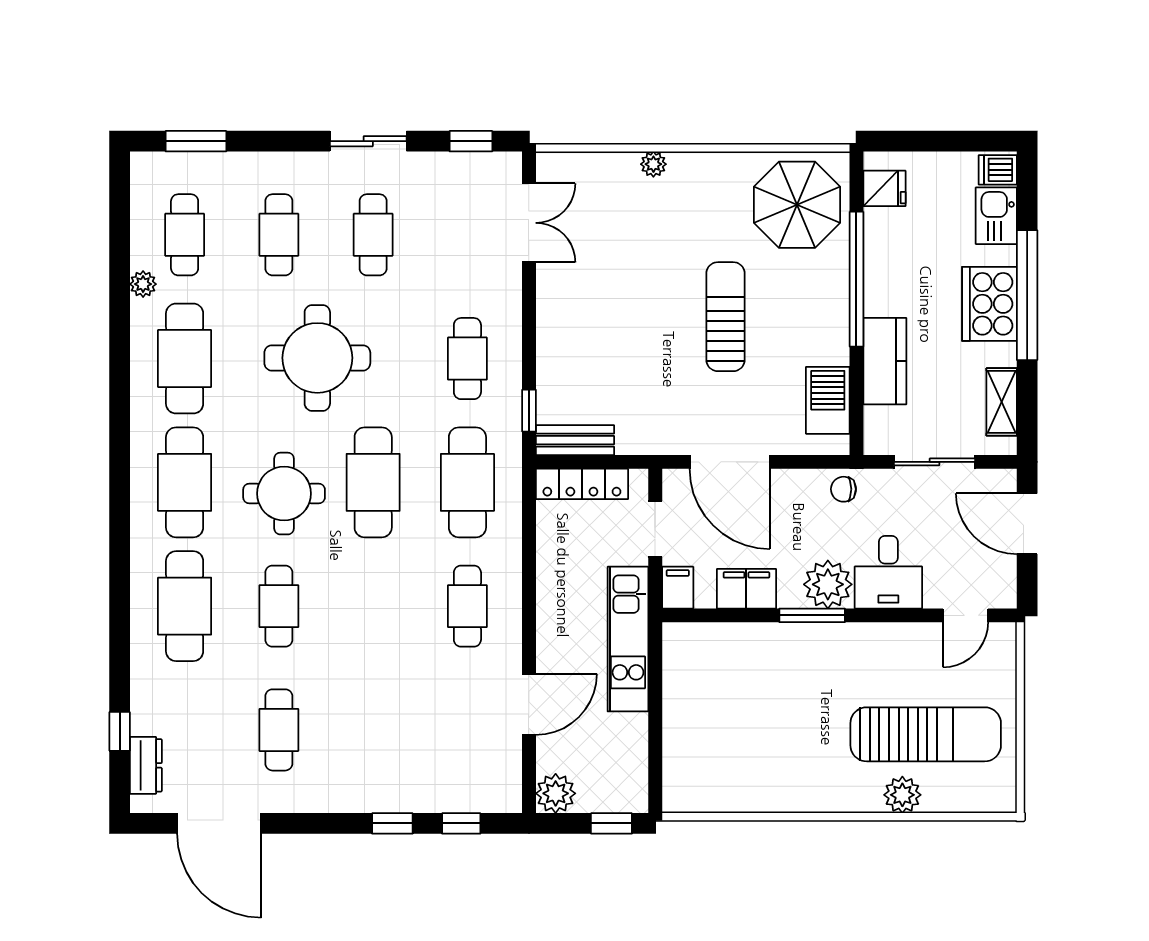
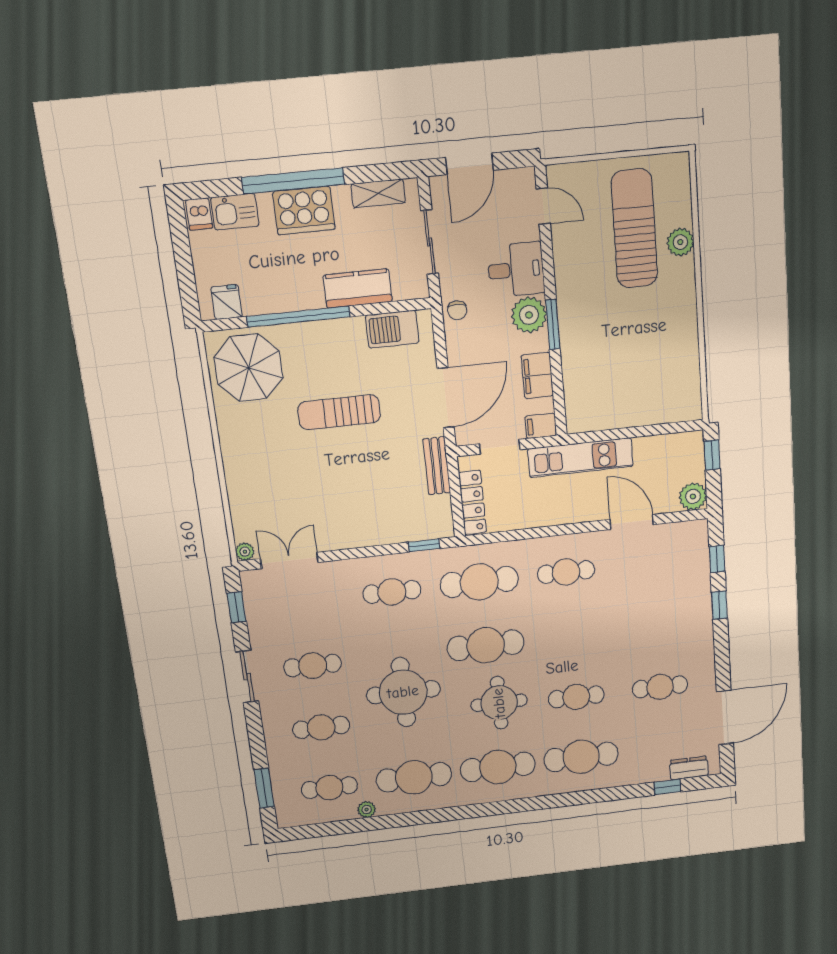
plant: (653, 164) -> (245, 552), moved
bench: (575, 440) -> (437, 466), moved

